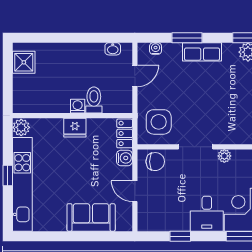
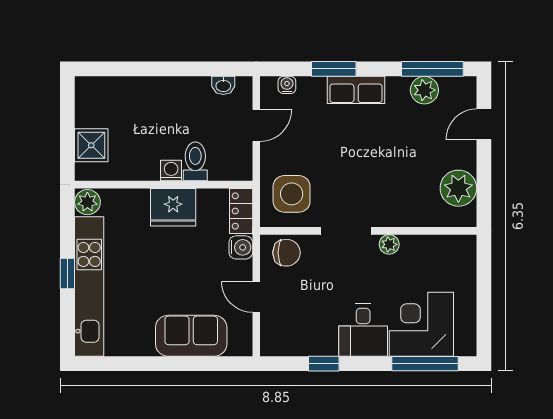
shower: (24, 62) -> (91, 145), moved
fridge: (75, 128) -> (173, 207), width x1.36, depth x1.34

